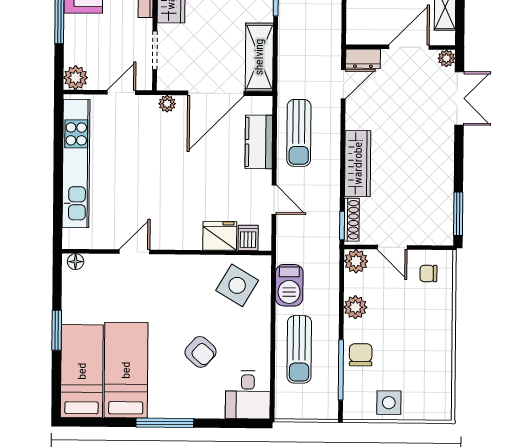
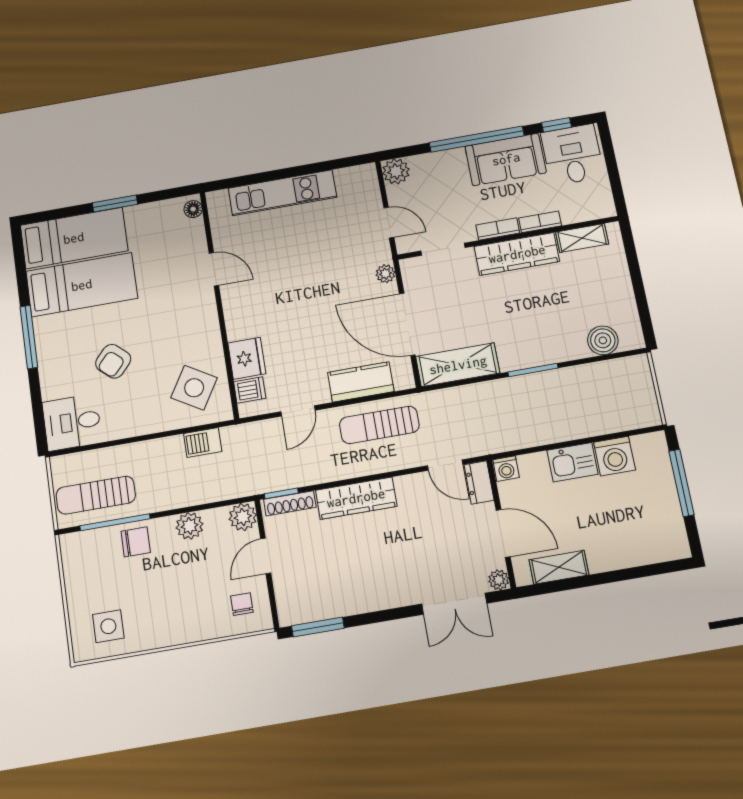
washing machine: (356, 34) -> (506, 469), added
kitchen unit: (76, 163) -> (282, 193), width x0.73
barbecue: (289, 285) -> (203, 443), width x0.73, depth x0.79
sun lounger: (299, 349) -> (96, 495), moved
side table: (389, 403) -> (108, 626), moved

